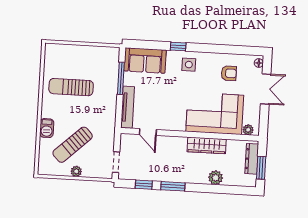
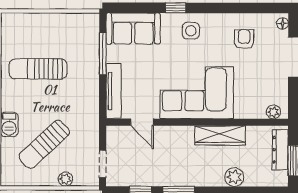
armchair: (229, 73) -> (244, 39), turned -90
corner sofa: (215, 113) -> (197, 93), moved
plant: (76, 171) -> (65, 179), moved

